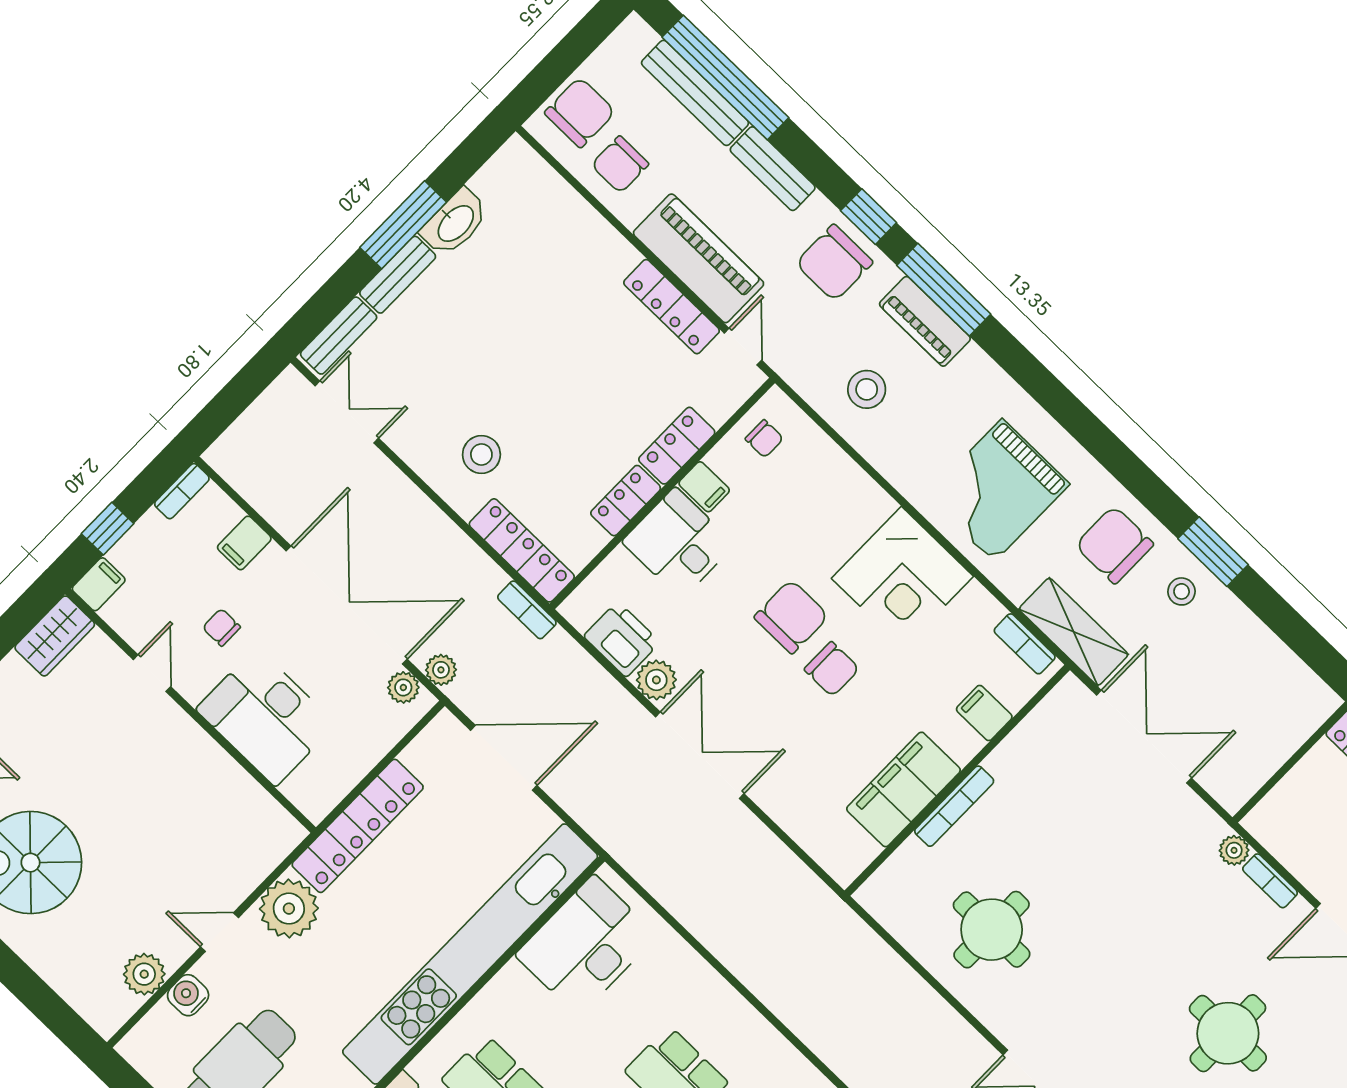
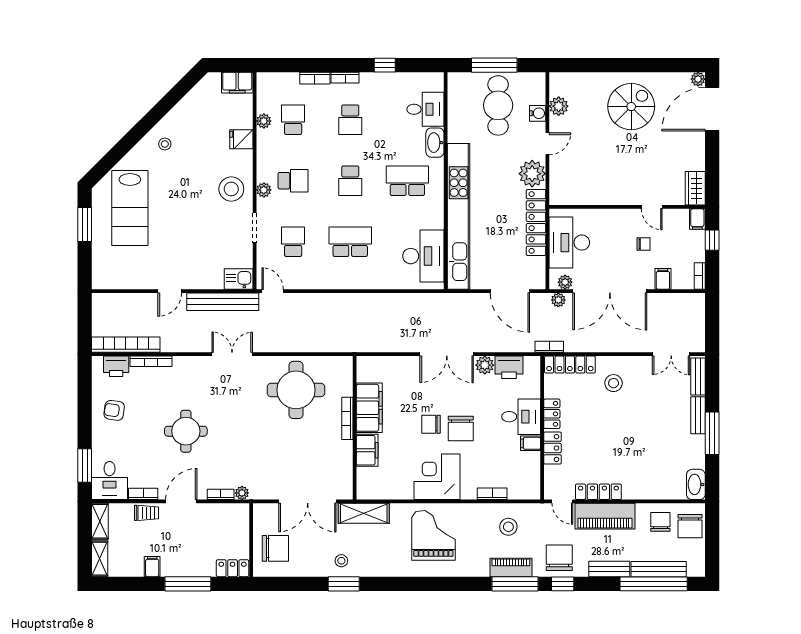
washbasin: (455, 223) -> (696, 484), moved
chair: (764, 439) -> (526, 478), removed
chair: (1114, 545) -> (275, 548), moved
bookcase: (1025, 644) -> (492, 494), moved
filing cabinet: (984, 713) -> (367, 450), width x2.00
desk: (266, 717) -> (569, 243), moved, turned -90
door: (504, 758) -> (510, 291), hinge flipped
round table: (992, 930) -> (296, 390), width x1.36, depth x1.36

